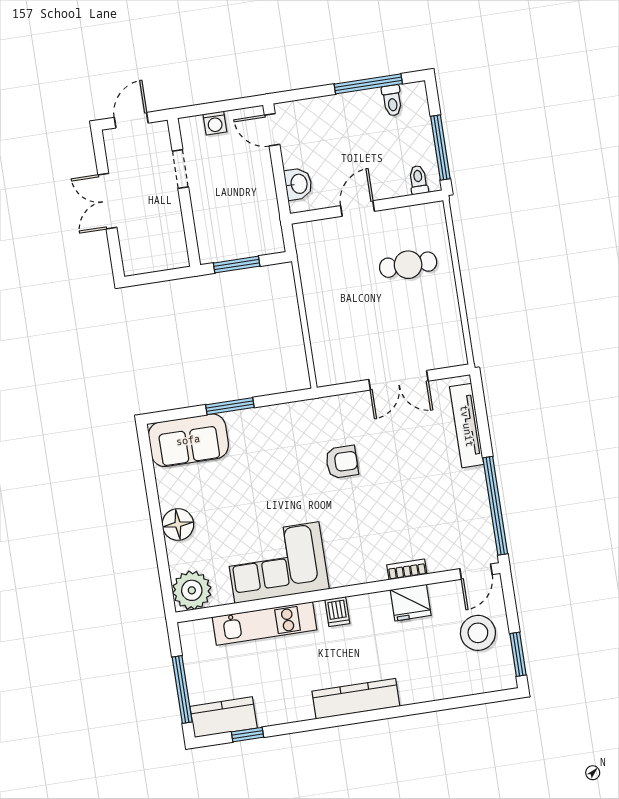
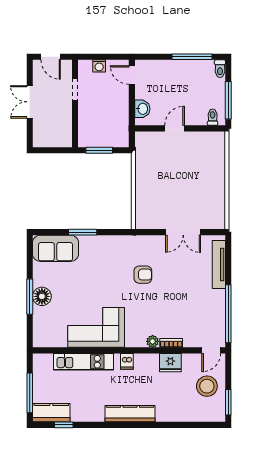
toilet: (392, 101) -> (220, 69), moved
door: (131, 120) -> (51, 57), swing flipped
cafe table: (408, 265) -> (199, 166), removed
window: (157, 528) -> (30, 297), added
plant: (192, 590) -> (153, 341), moved, width x0.53, depth x0.53

